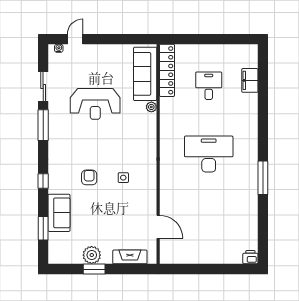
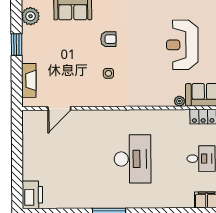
plant: (92, 255) -> (30, 16), moved
printer: (250, 257) -> (32, 195), width x1.87, depth x1.48

